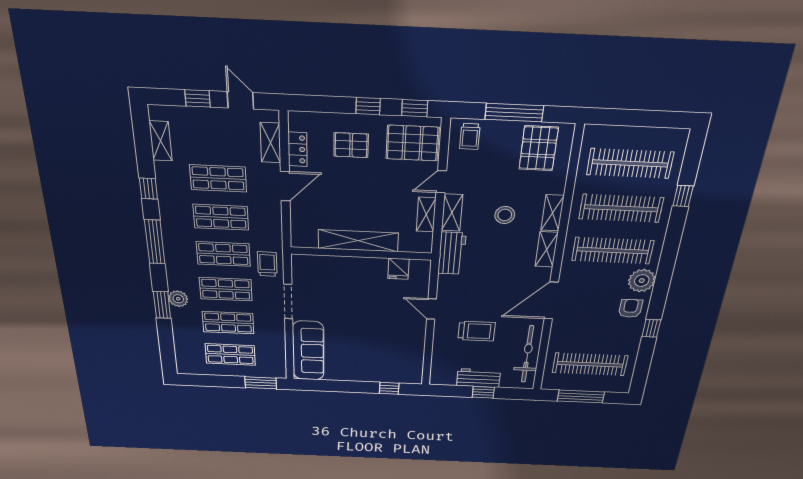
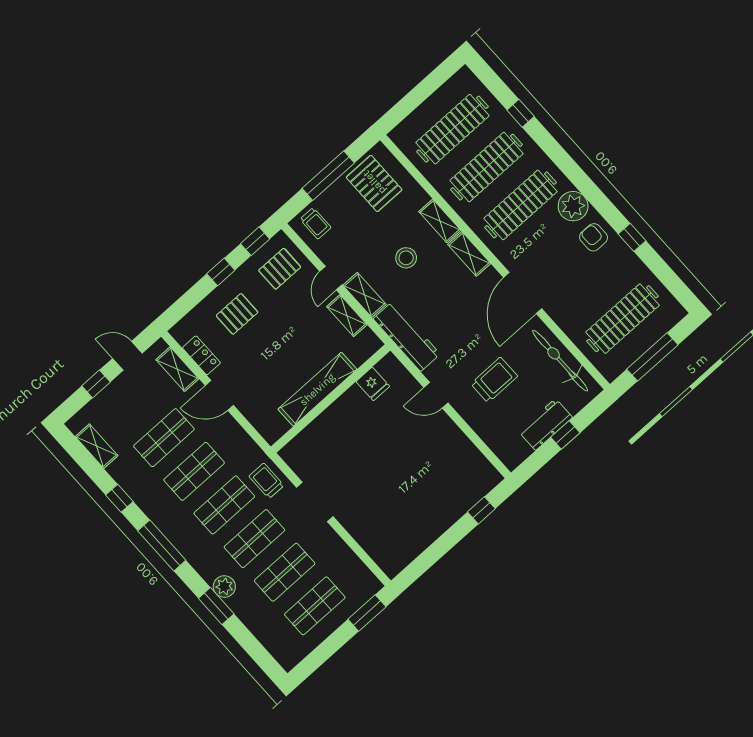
pallet: (413, 143) -> (280, 269), width x0.67, depth x0.71
door: (285, 186) -> (219, 395), swing flipped
workbench: (452, 253) -> (407, 336), width x1.37
sofa: (308, 351) -> (376, 537), removed

